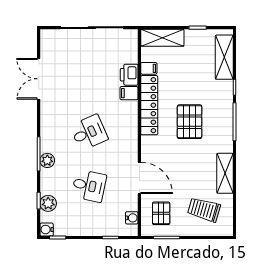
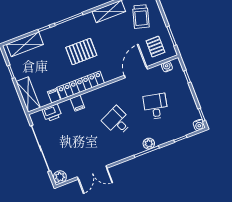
printer: (129, 75) -> (52, 113), moved
plant: (48, 203) -> (60, 177), moved
pallet: (161, 213) -> (155, 47), turned 90

